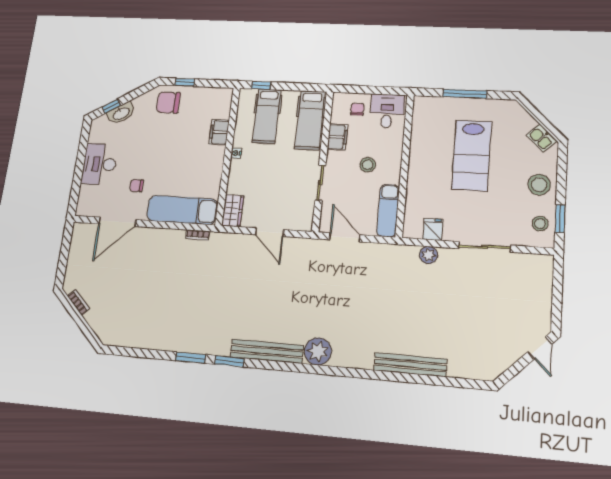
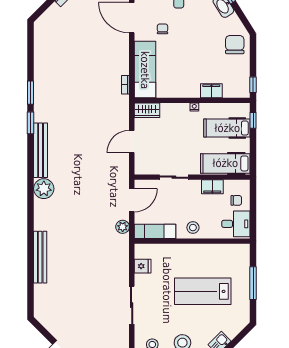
window: (185, 82) -> (253, 85), moved
stool: (368, 165) -> (193, 228), moved
plant: (428, 255) -> (123, 227), moved

